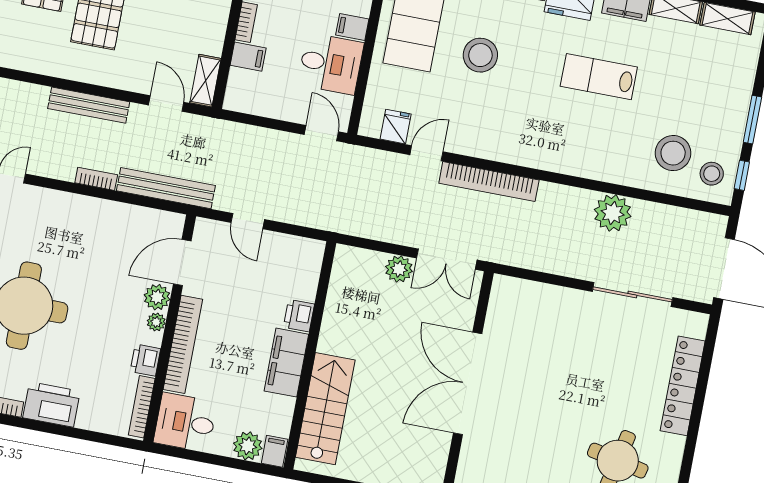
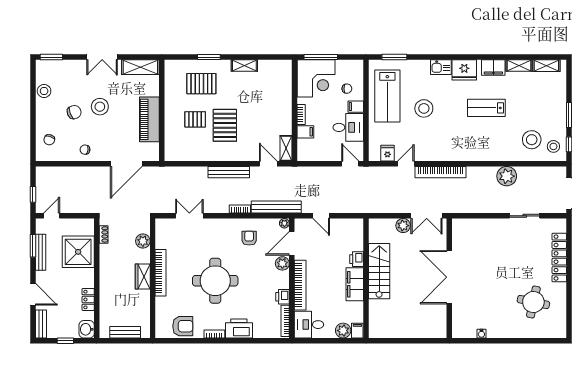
armchair: (103, 237) -> (249, 238), added
sliding door: (632, 294) -> (525, 216), width x0.73
plant: (156, 322) -> (284, 223), moved
stairs: (325, 409) -> (379, 271), moved

